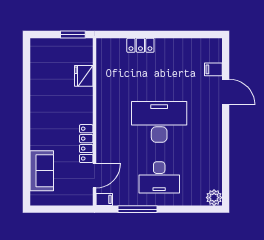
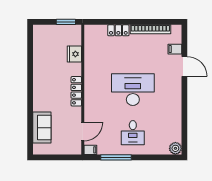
bookcase: (182, 44) -> (150, 29), added
locker: (86, 144) -> (76, 91), moved
desk: (159, 177) -> (133, 133), width x0.73

